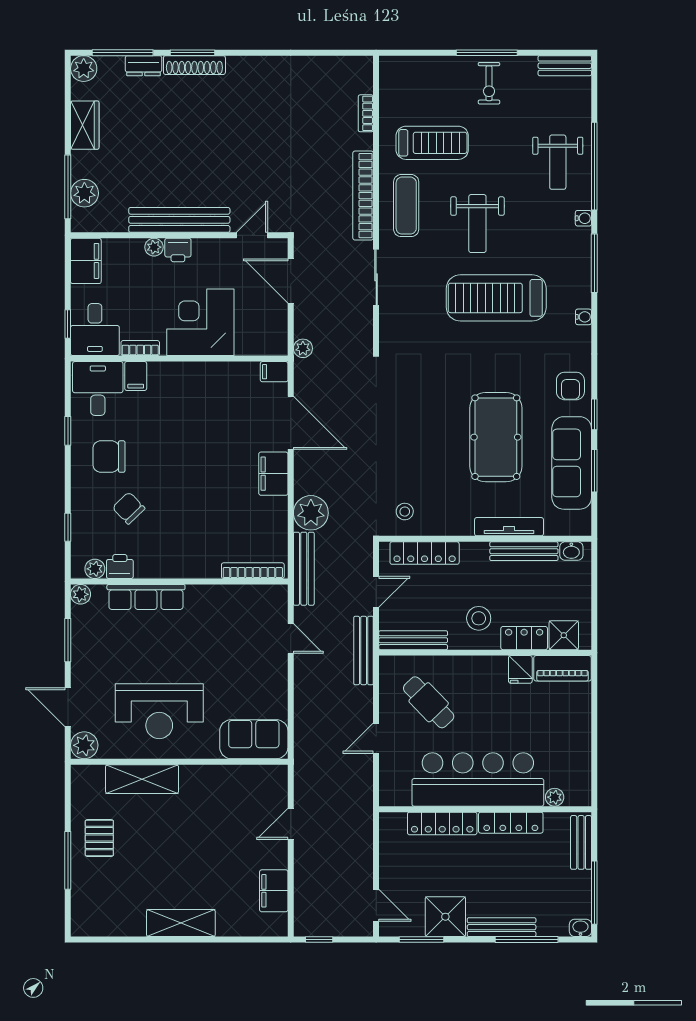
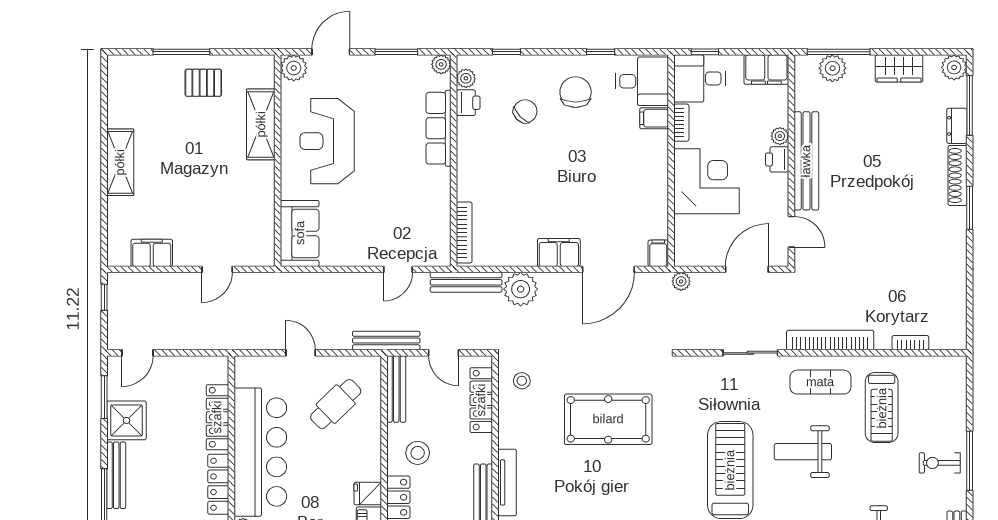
window: (193, 53) -> (970, 208), moved
pool table: (496, 437) -> (608, 419), moved
door: (291, 824) -> (217, 269), swing flipped

